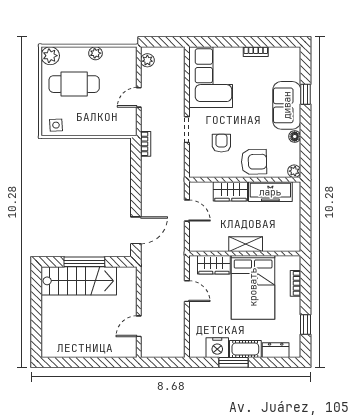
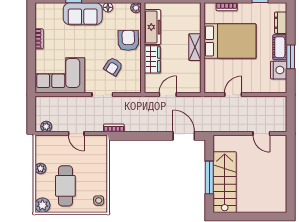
armchair: (221, 143) -> (113, 67), turned -58
wardrobe: (214, 265) -> (212, 73), removed

